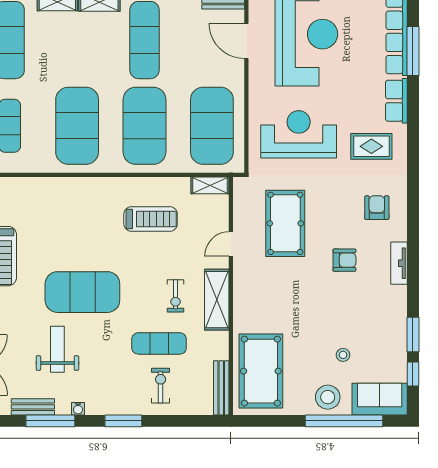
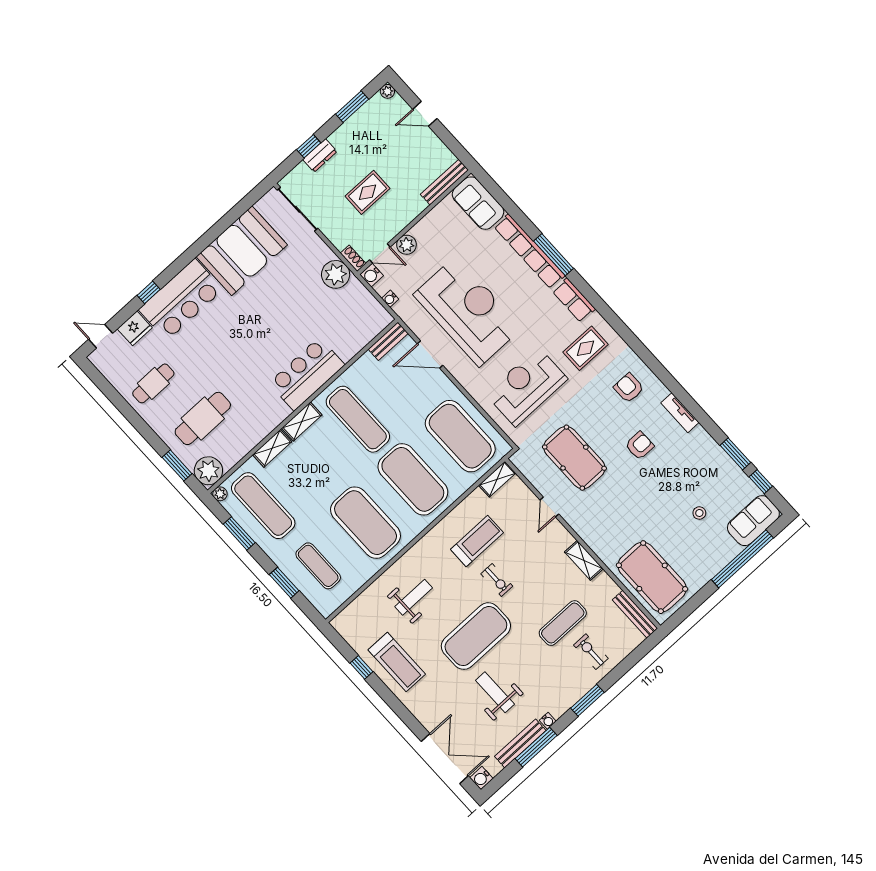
weight bench: (61, 218) -> (414, 597), added
exercise bike: (176, 296) -> (497, 580), moved
shelving: (217, 300) -> (584, 560), width x0.67, depth x0.75
stool: (328, 397) -> (716, 553), removed
bench: (33, 407) -> (520, 743), width x1.36

